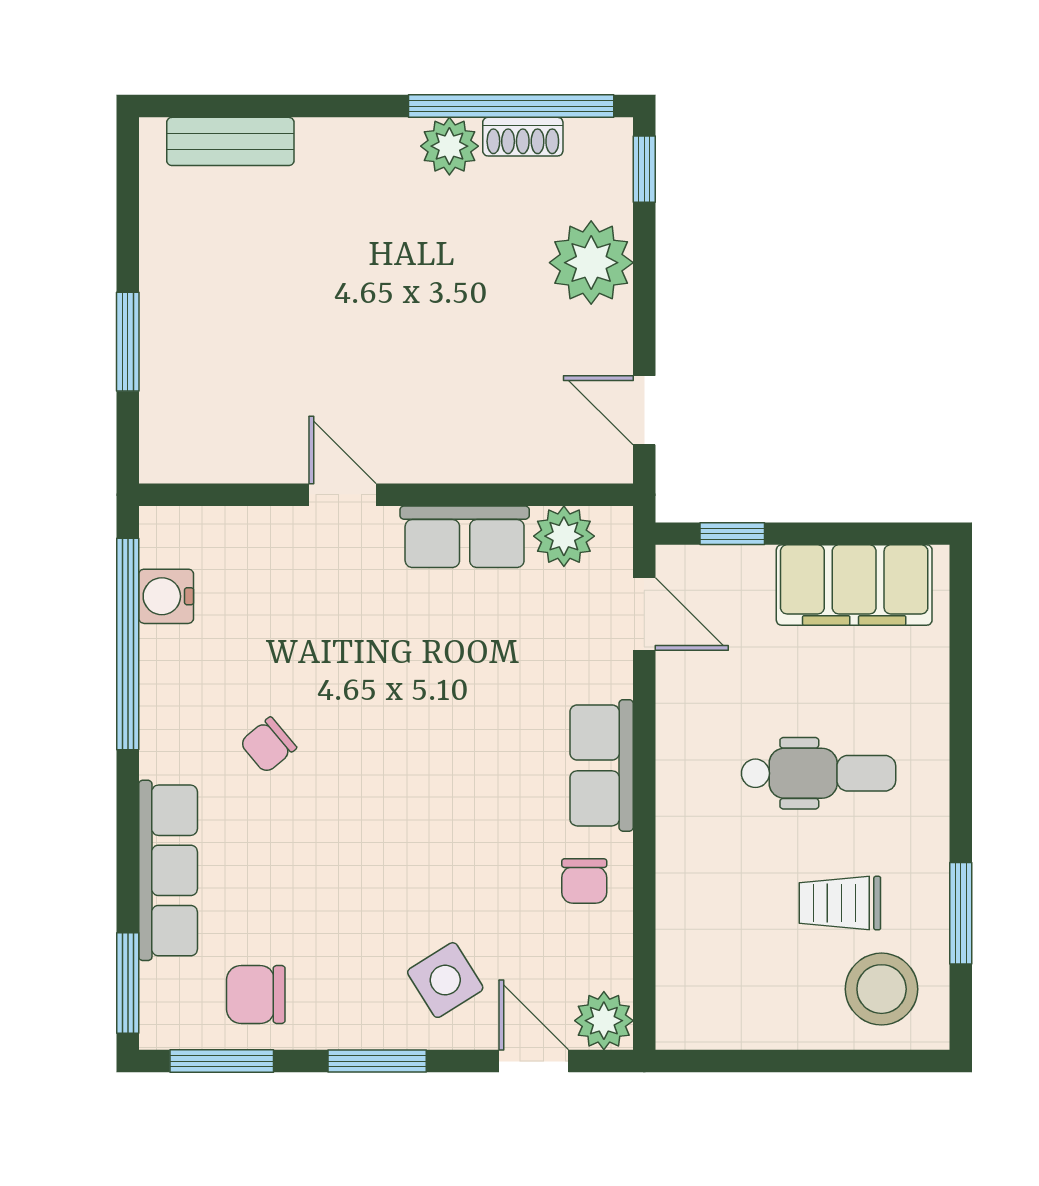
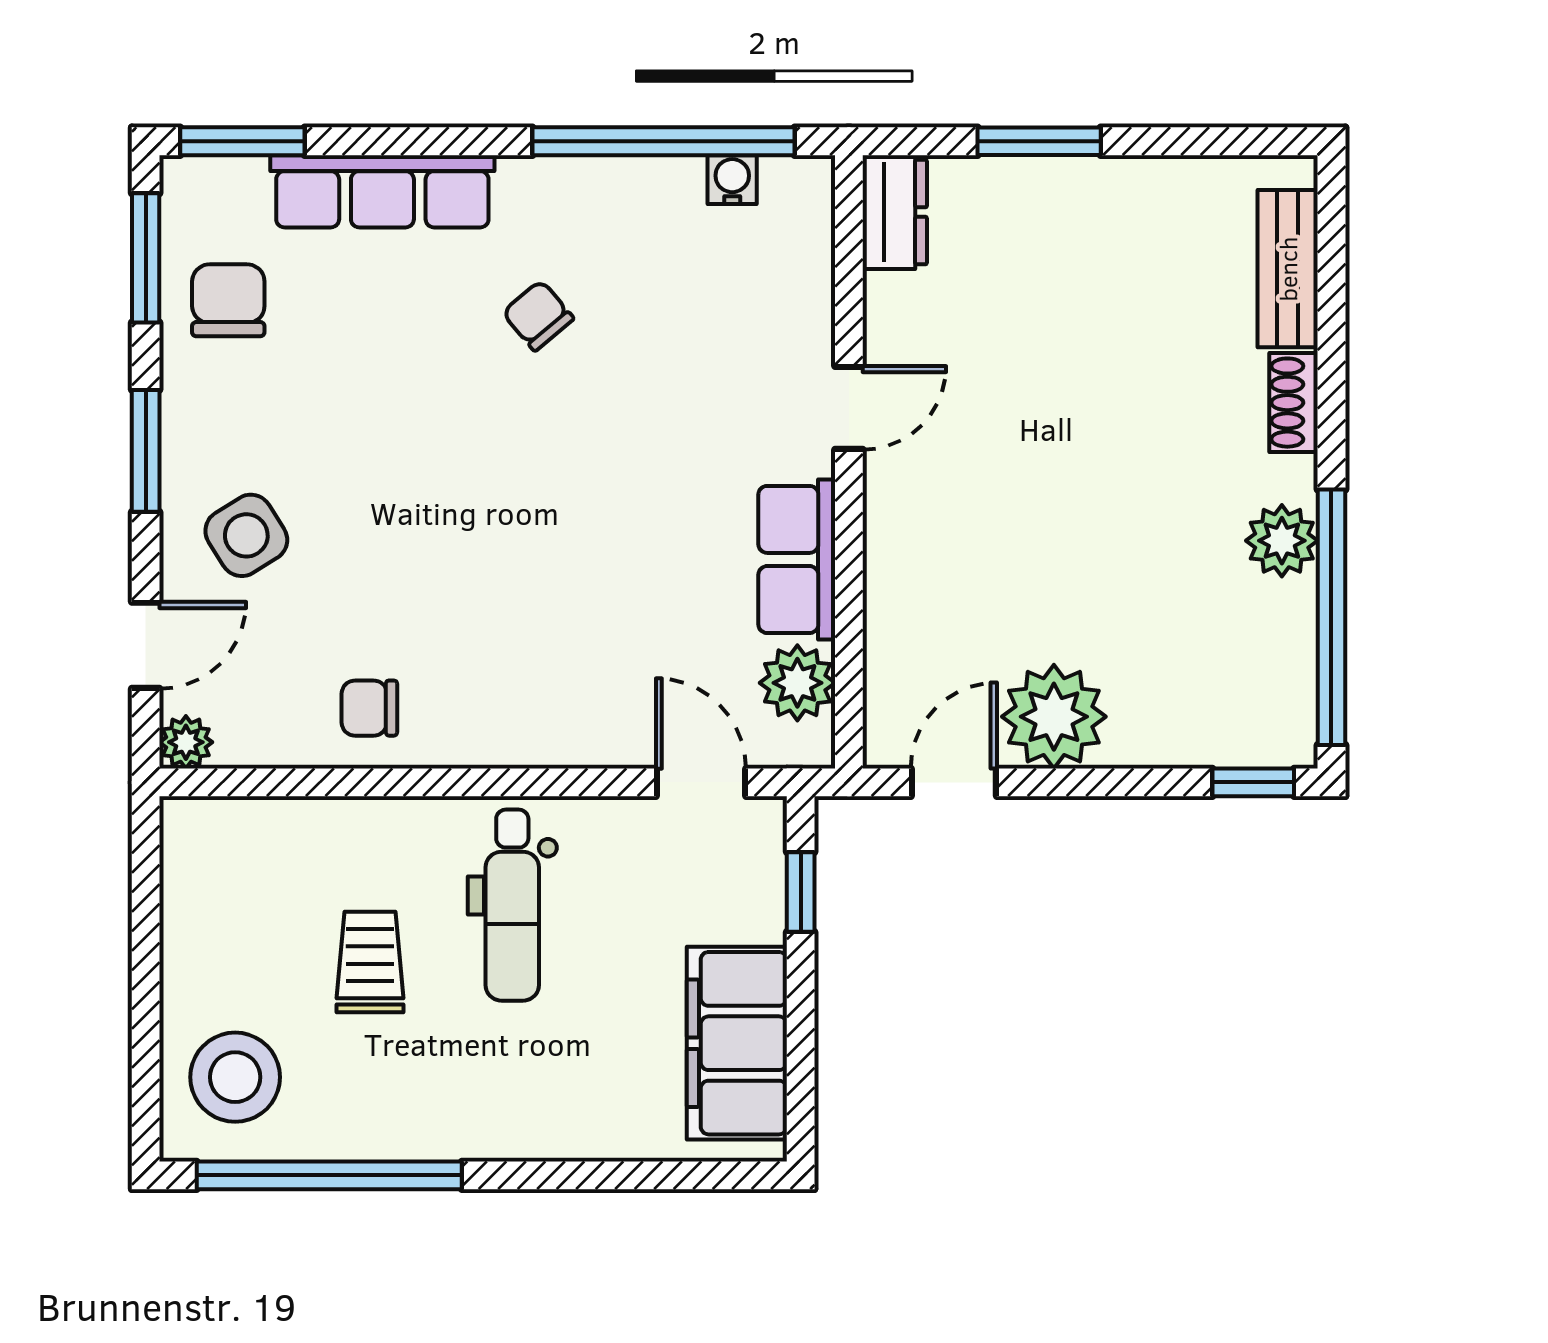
shoe rack: (523, 137) -> (1294, 403), moved
plant: (591, 263) -> (1054, 717), moved
dresser: (185, 458) -> (895, 212), added
water cooler: (166, 596) -> (732, 180), width x0.72, depth x0.72
door: (644, 614) -> (701, 782), swing flipped
row of seats: (602, 765) -> (513, 730), removed
dental chair: (819, 773) -> (512, 905), moved
trolley: (840, 903) -> (370, 962), moved
window: (961, 913) -> (329, 1175), width x2.11
plant: (604, 1021) -> (186, 742), width x0.73, depth x0.73

